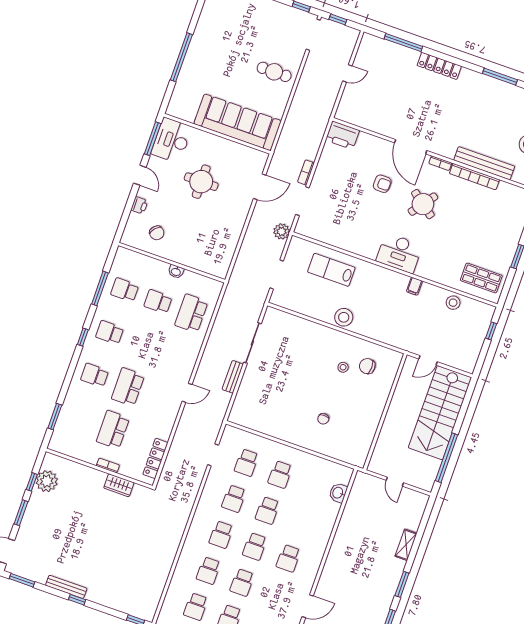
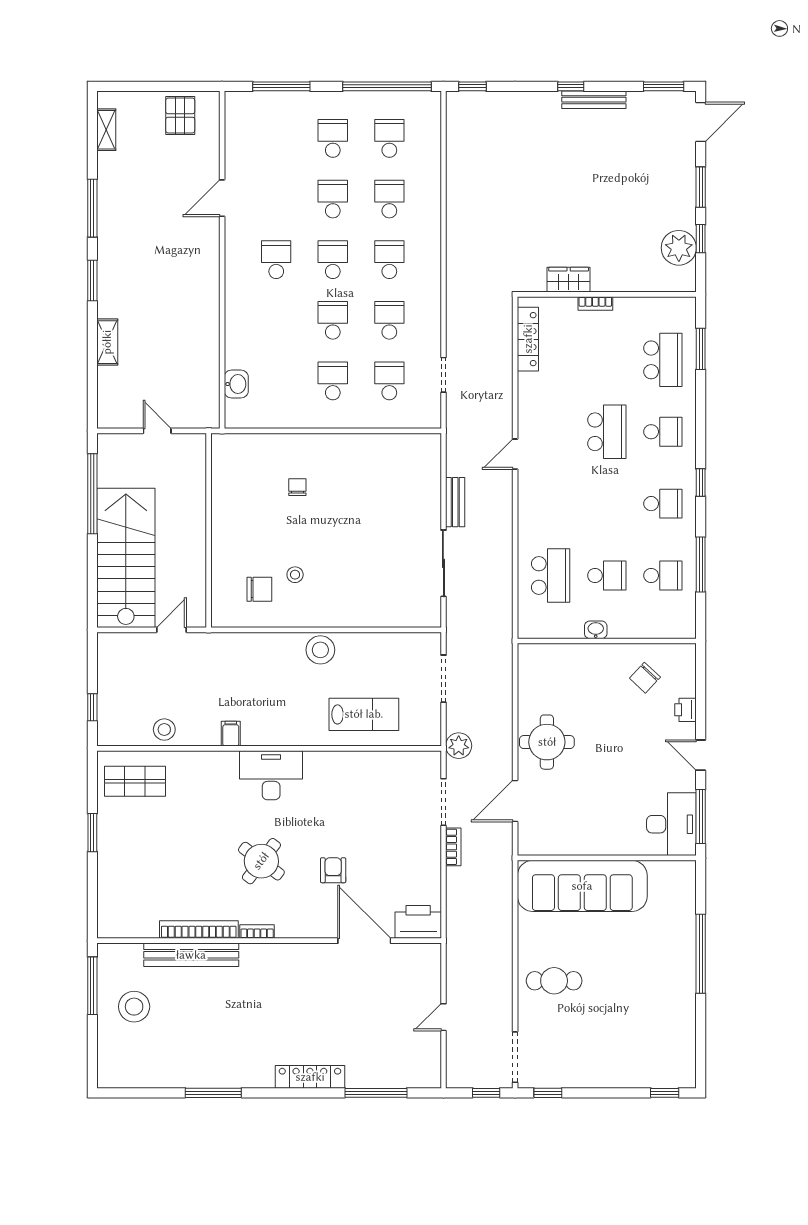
door: (411, 147) -> (364, 941), moved
round table: (201, 182) -> (547, 742), moved
armchair: (382, 184) -> (333, 870), turned 90
chair: (157, 233) -> (645, 678), turned -89
school desk: (113, 430) -> (663, 360), moved

